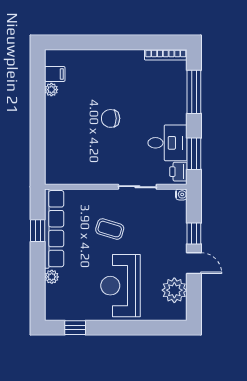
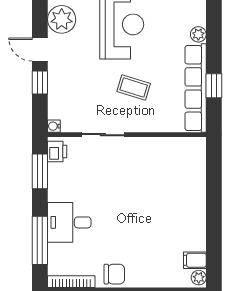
plant: (51, 90) -> (199, 278), moved
chair: (111, 118) -> (114, 274), moved
desk: (168, 143) -> (69, 222), moved

